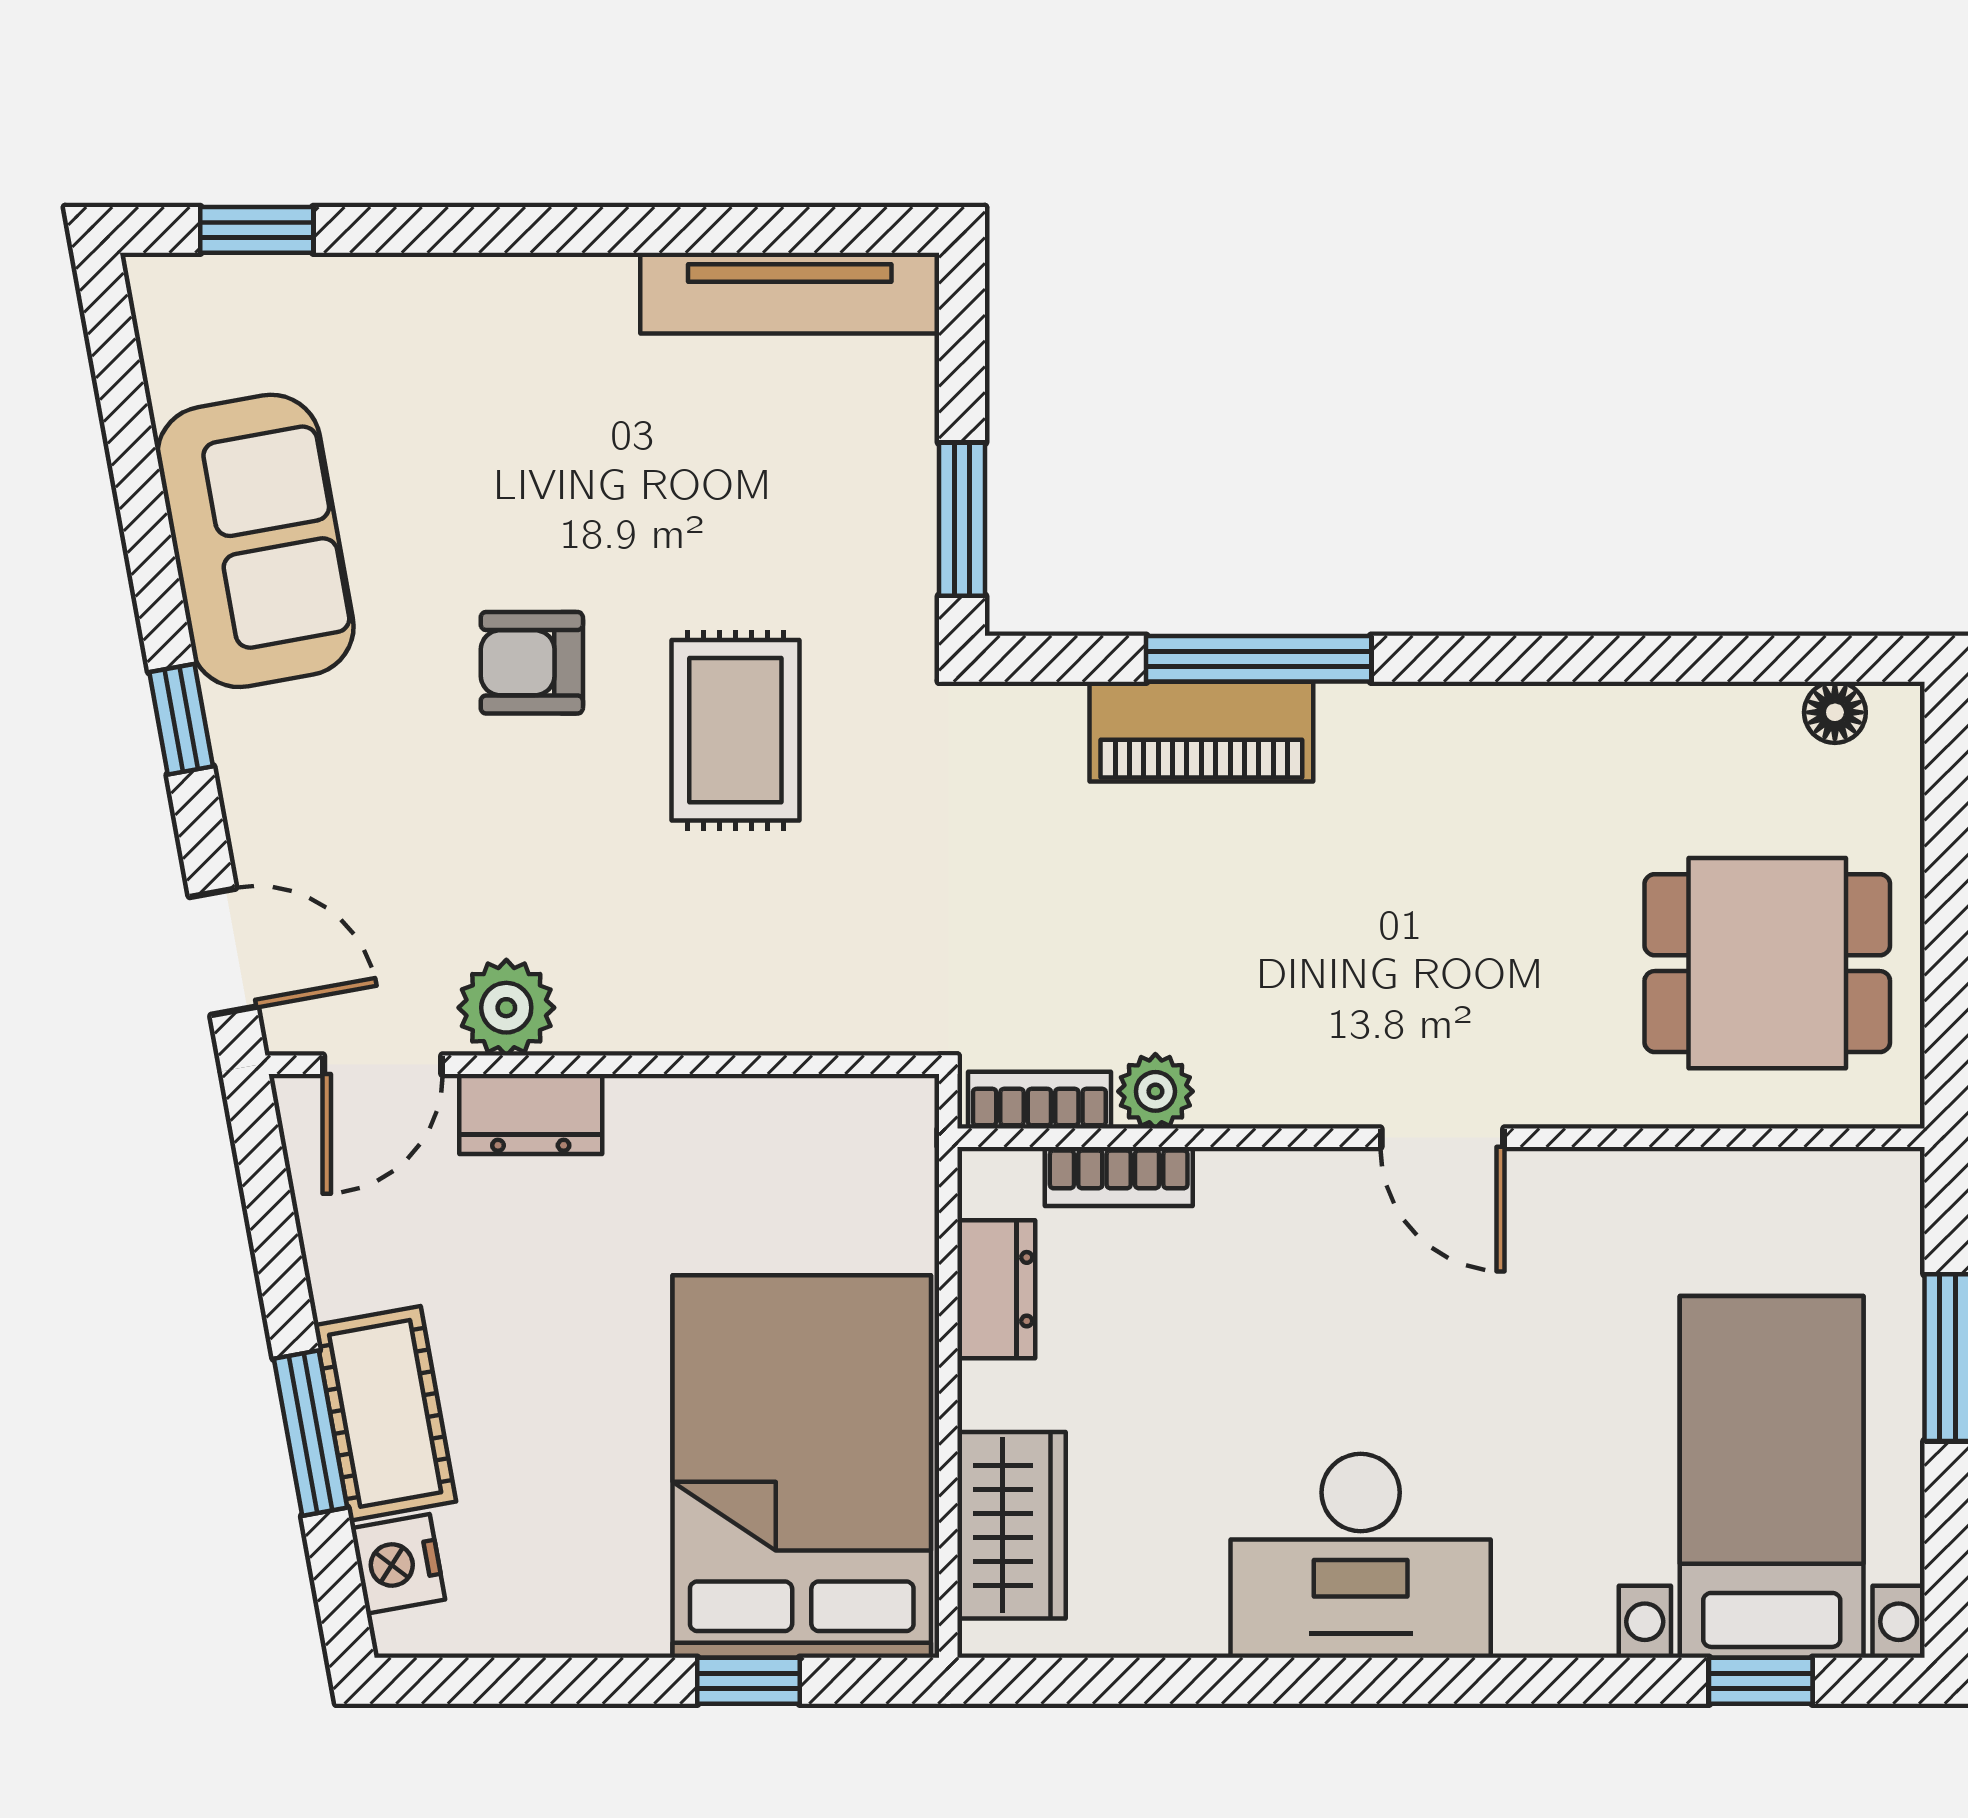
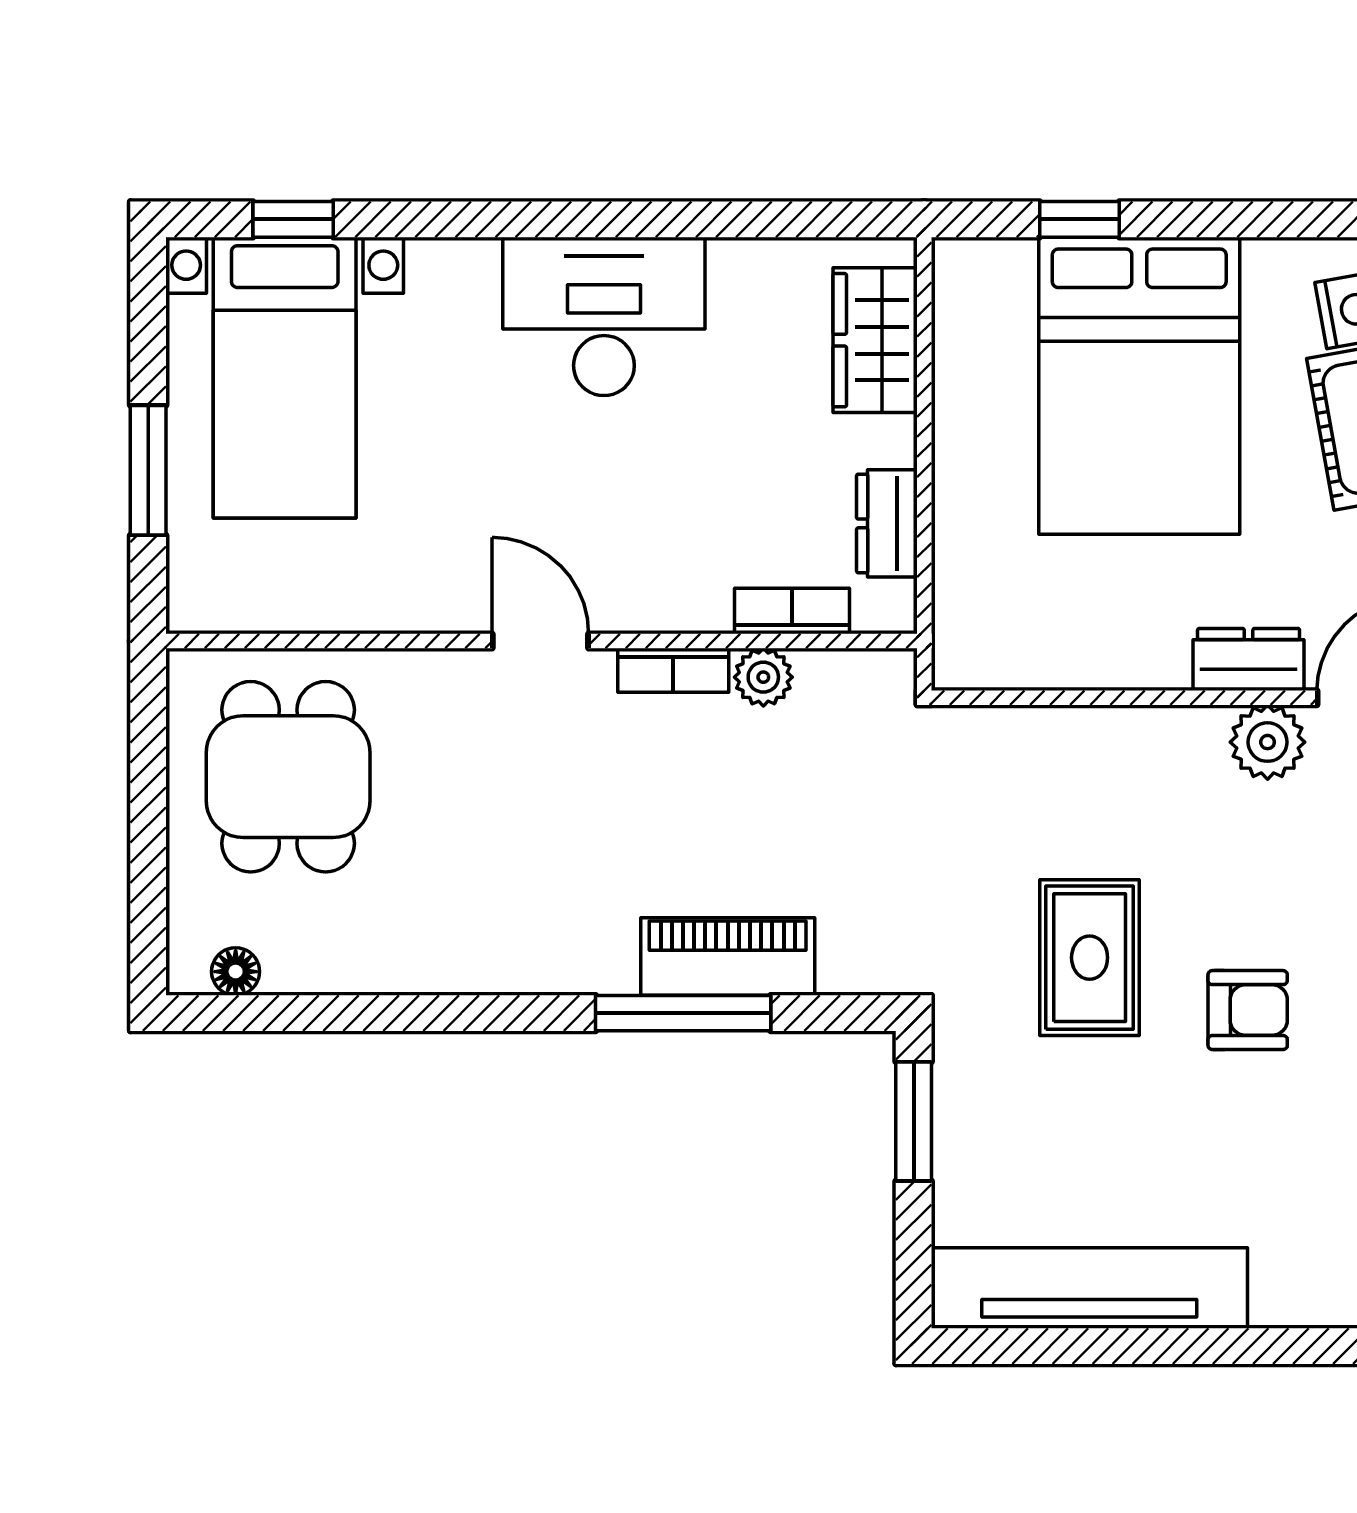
tv unit: (790, 293) -> (1089, 1288), width x1.36, depth x1.29
dining table: (1767, 963) -> (288, 777), turned 90
bookcase: (1039, 1100) -> (673, 670), moved
bed: (802, 1466) -> (1139, 386), moved

